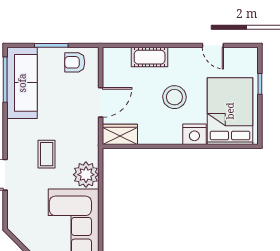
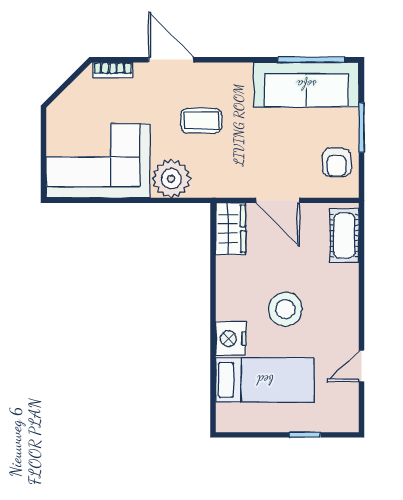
cot: (150, 57) -> (344, 236), moved
armchair: (75, 62) -> (337, 162), turned 180
bed: (230, 111) -> (265, 380), width x0.67
bookcase: (12, 214) -> (113, 70), added

